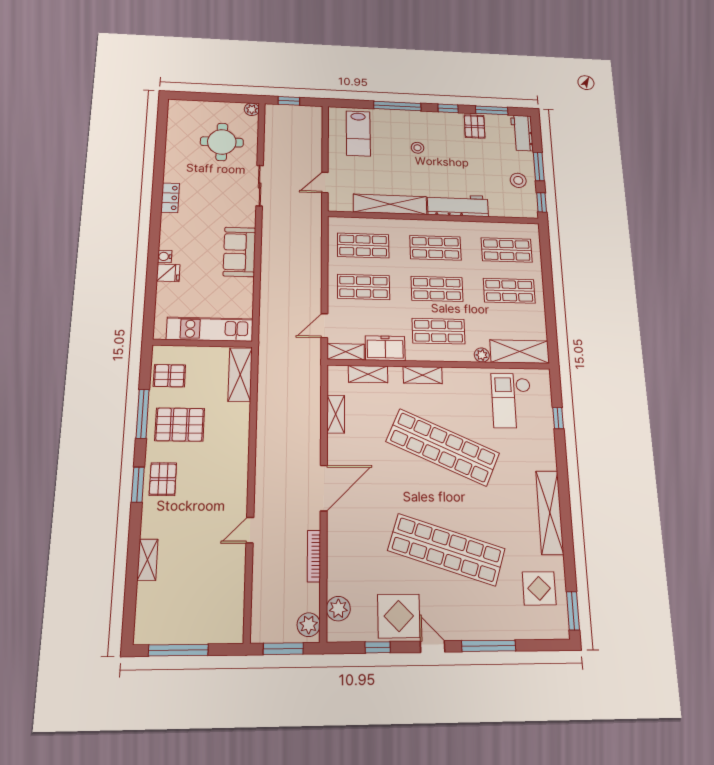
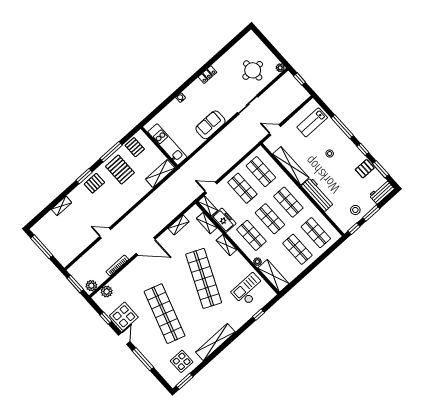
fridge: (168, 273) -> (175, 106), removed

